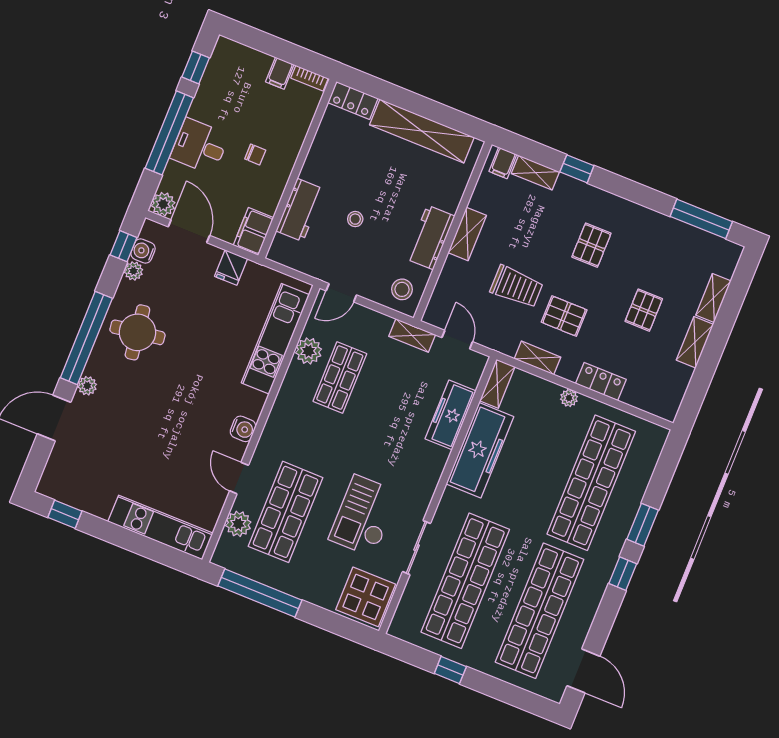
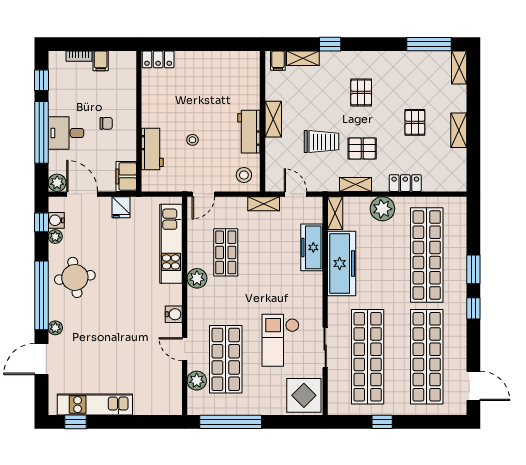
bookcase: (309, 78) -> (79, 56), moved
shelving: (422, 131) -> (214, 61), removed
shelving: (713, 298) -> (459, 68), moved
plant: (309, 351) -> (197, 278), moved
plant: (569, 398) -> (382, 209), width x1.88, depth x1.88
kitchen unit: (160, 527) -> (95, 405), moved

